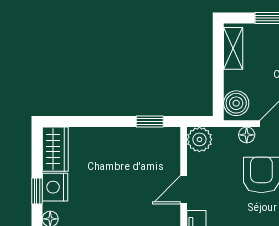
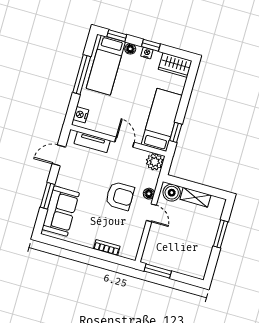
shelving: (233, 48) -> (195, 197), moved
bed: (138, 146) -> (162, 120), added
nightstand: (55, 187) -> (147, 53), width x0.53, depth x0.56

